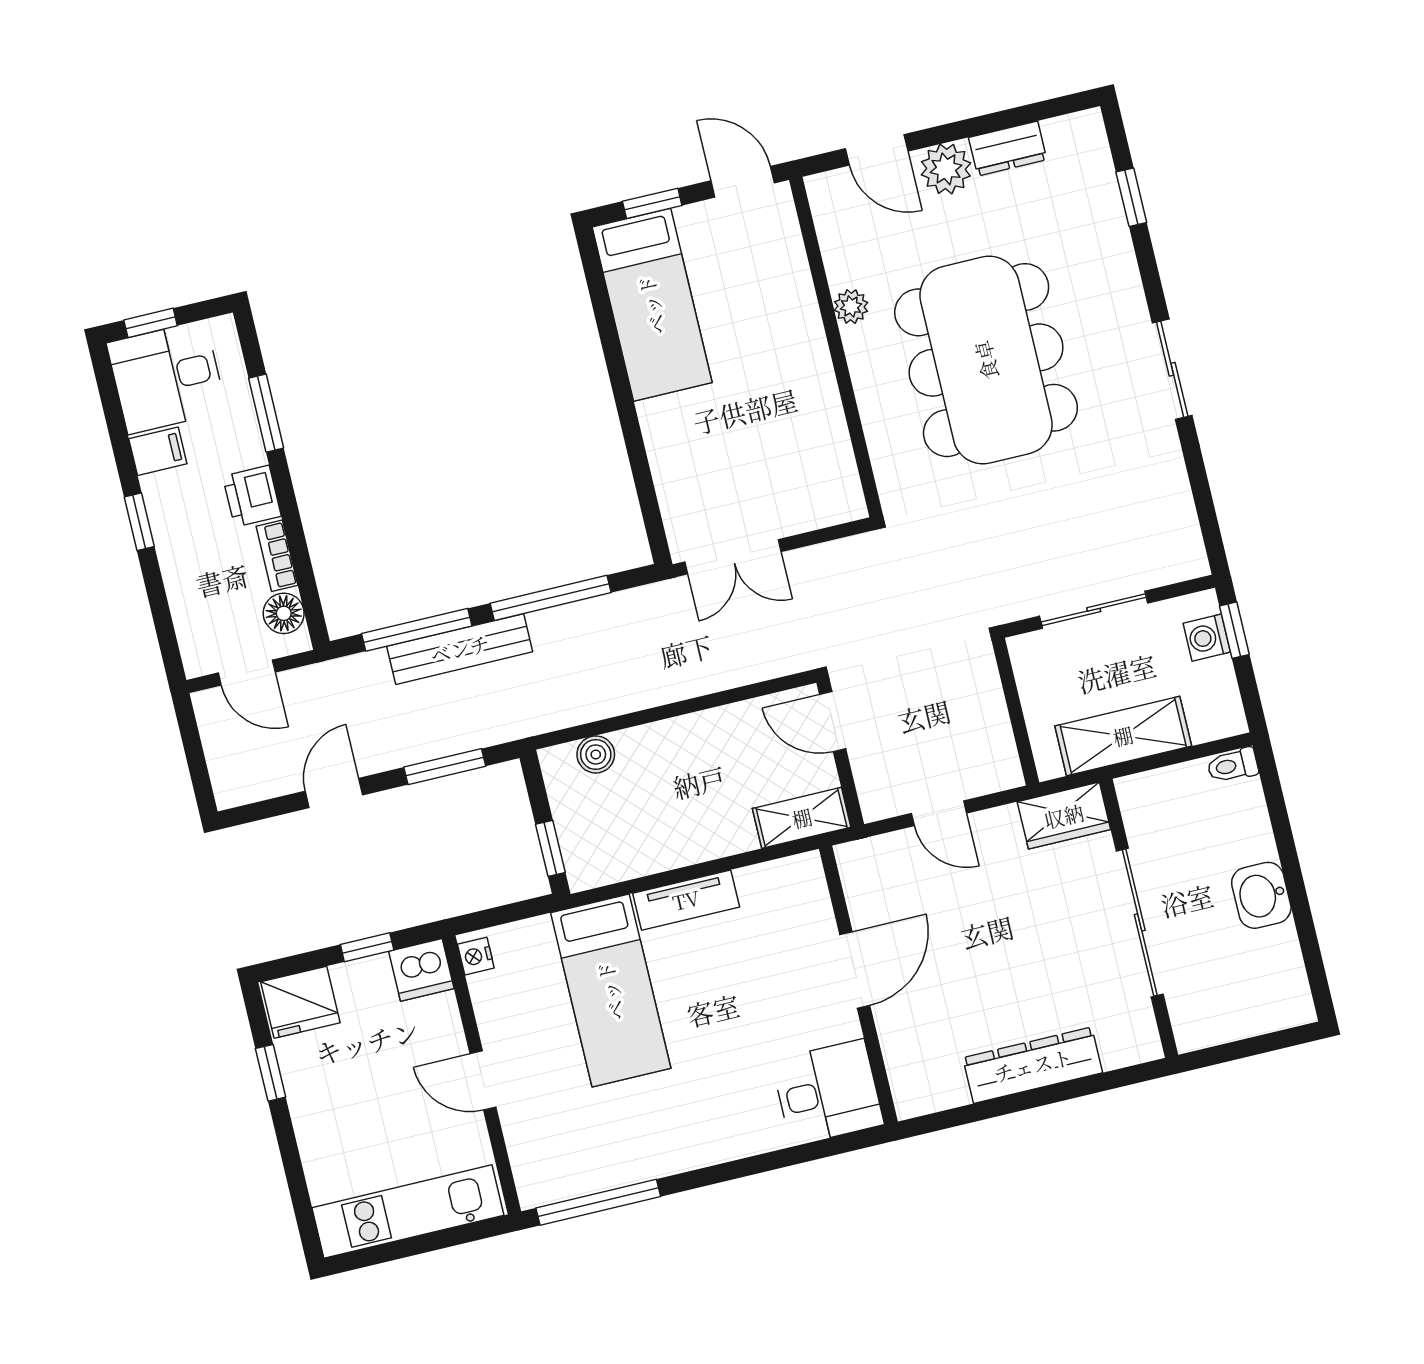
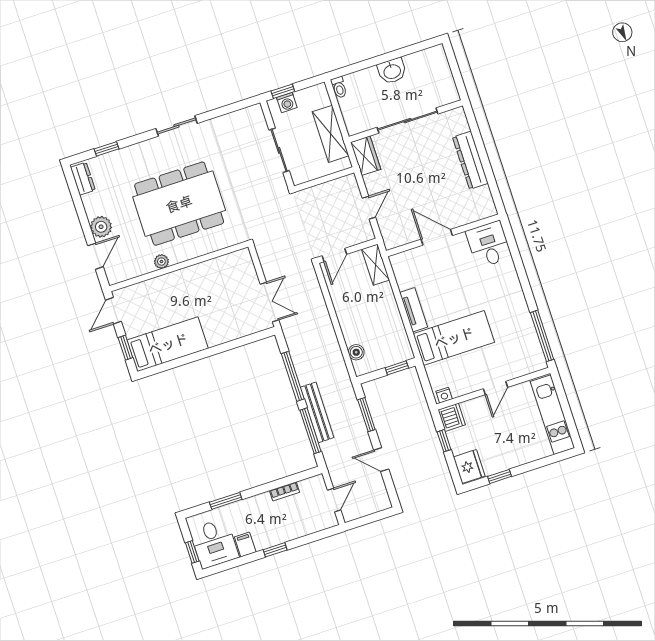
dresser: (1008, 148) -> (83, 179), moved
printer: (252, 496) -> (261, 504), removed
floor lamp: (284, 613) -> (308, 487), removed

